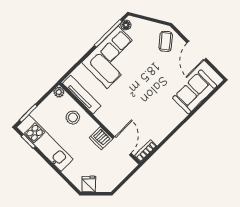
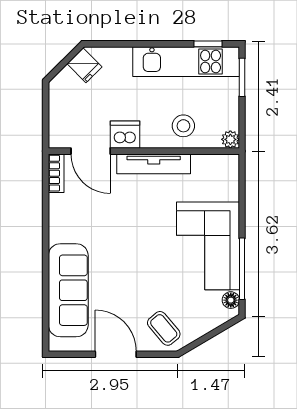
sofa: (195, 92) -> (68, 290), width x1.36
tv unit: (82, 95) -> (154, 164), moved

